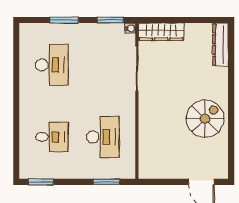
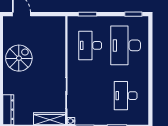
spiral stairs: (205, 119) -> (19, 58), turned 180
desk: (52, 137) -> (126, 45), width x1.87, depth x1.30

